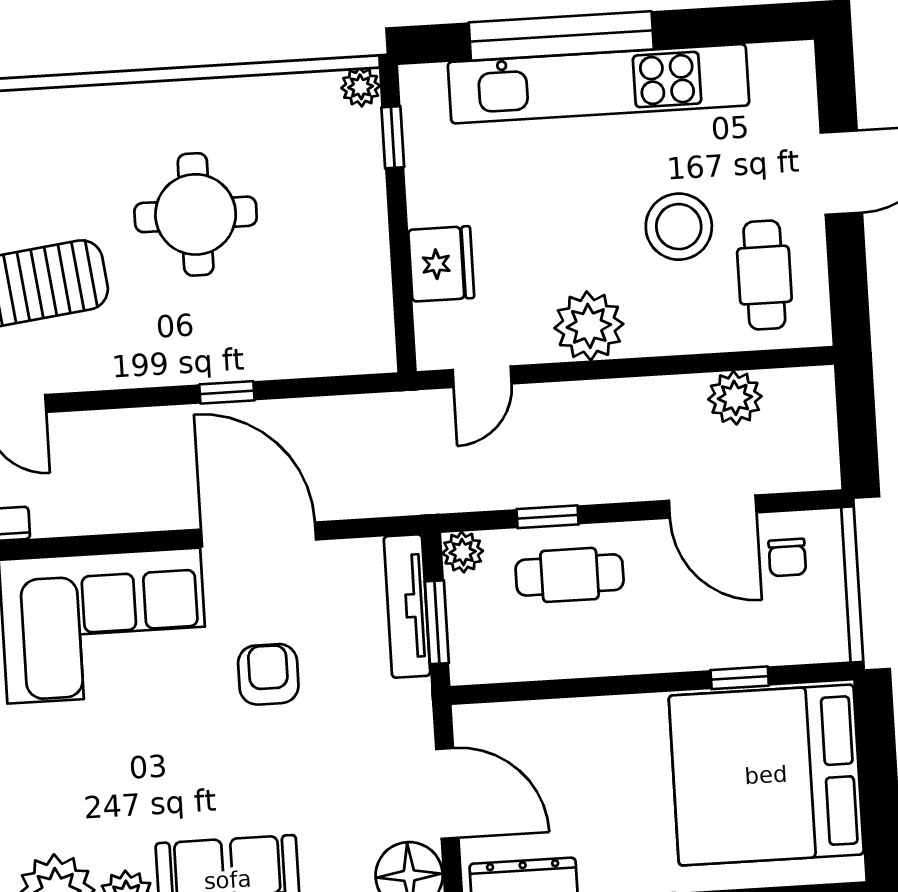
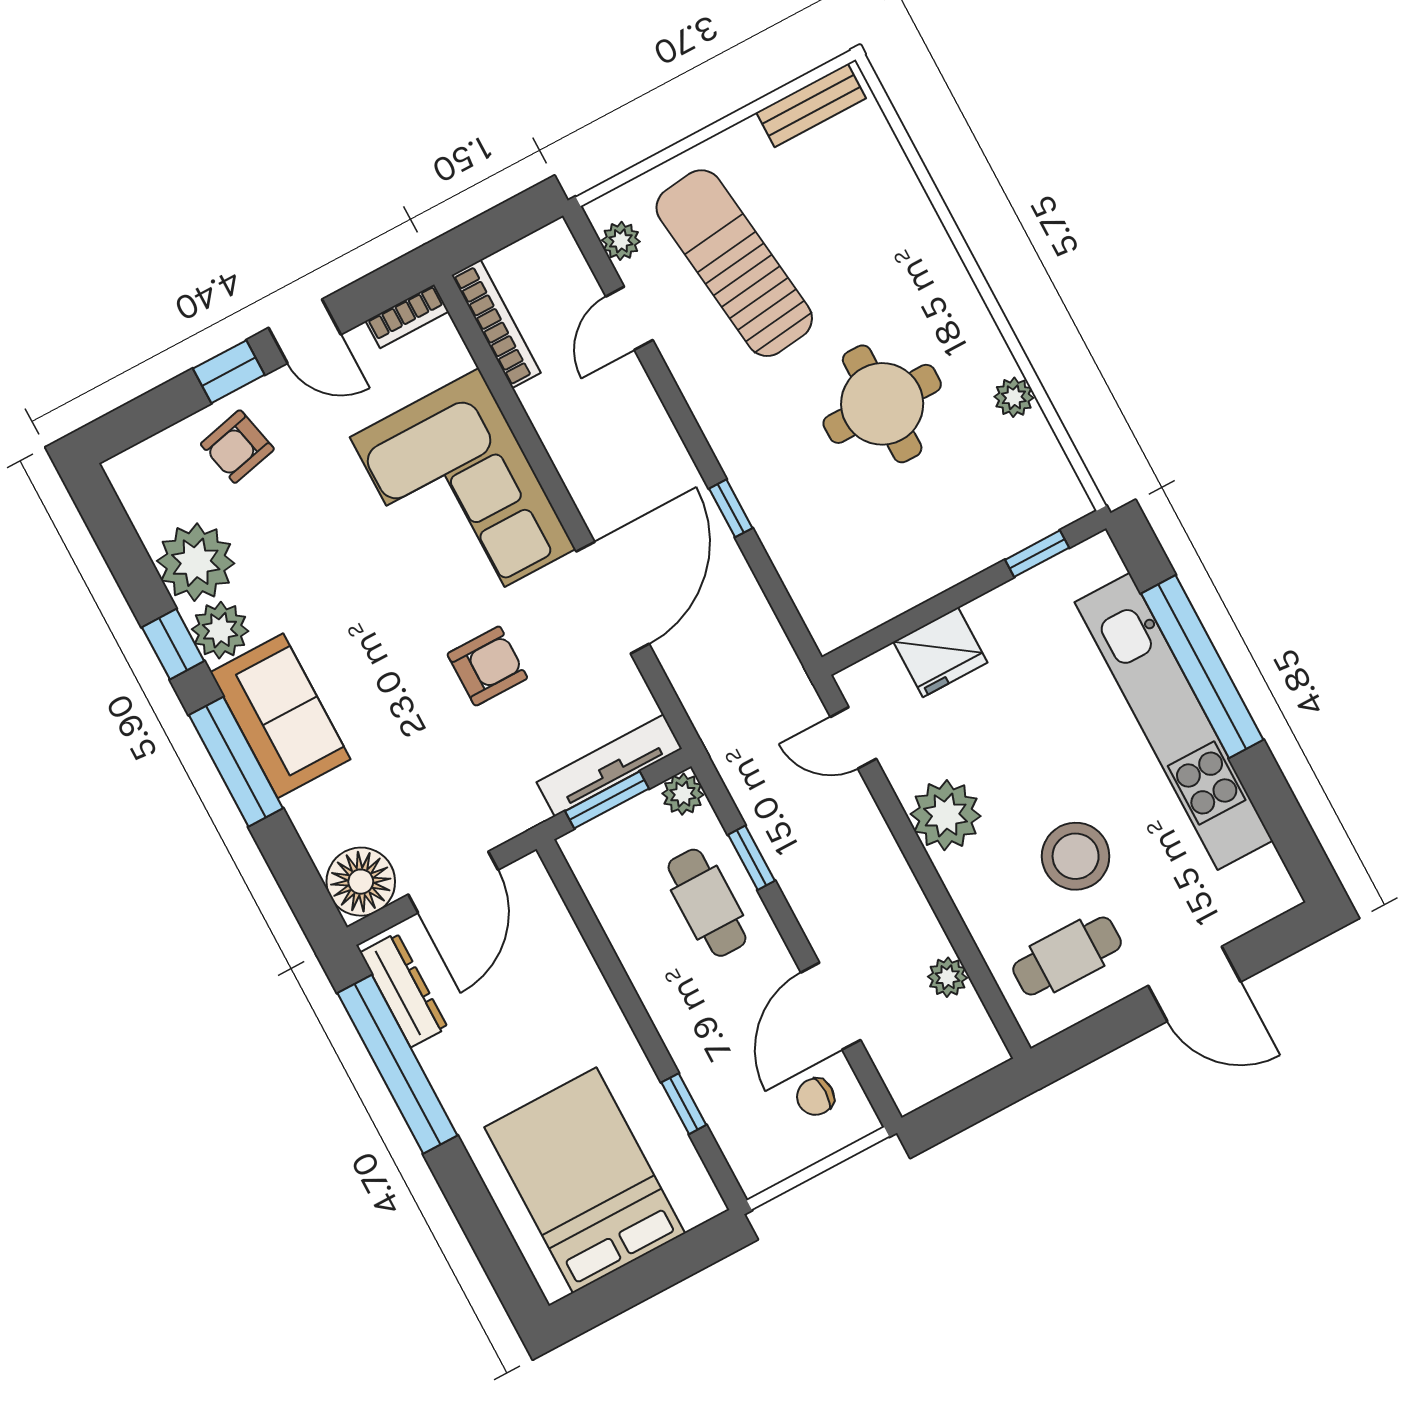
plant: (361, 87) -> (1014, 397), moved
plant: (735, 398) -> (948, 977), width x0.73, depth x0.73
bed: (766, 775) -> (585, 1180), width x0.73

